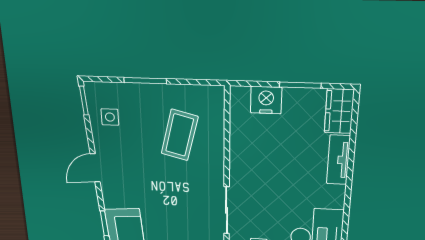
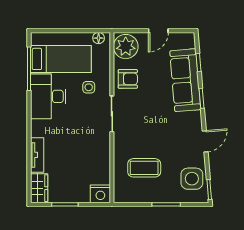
nightstand: (266, 100) -> (100, 194), moved
side table: (110, 117) -> (192, 179), width x1.87, depth x1.87
coffee table: (180, 135) -> (144, 168), turned 76

